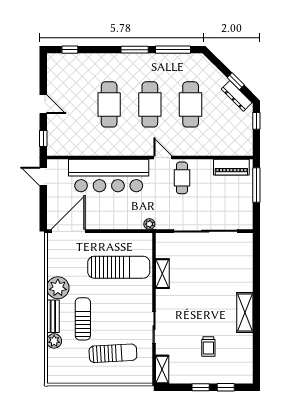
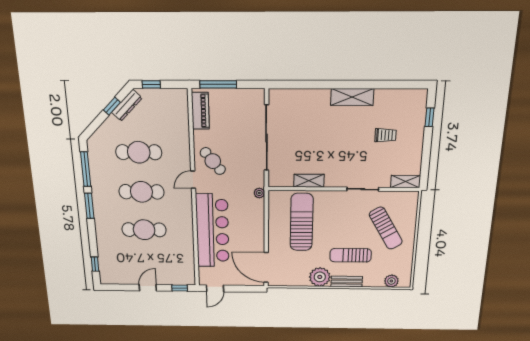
cafe table: (182, 178) -> (213, 161), turned 51
plant: (54, 341) -> (391, 281), moved
sun lounger: (113, 353) -> (386, 228), turned 152
window: (201, 387) -> (427, 143), removed

